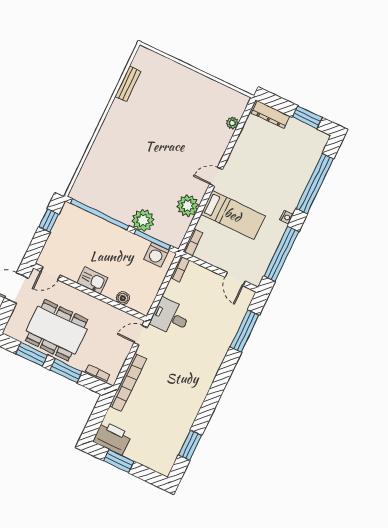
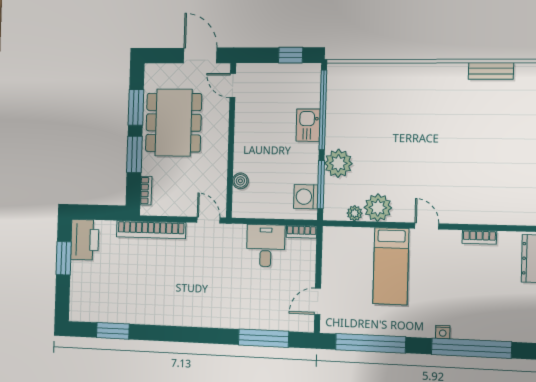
plant: (232, 123) -> (355, 213), moved
nightstand: (286, 217) -> (443, 332), moved
bookcase: (193, 242) -> (479, 237), moved
kitchen sink: (92, 280) -> (308, 125), moved, turned 180
desk: (170, 317) -> (266, 246), moved

